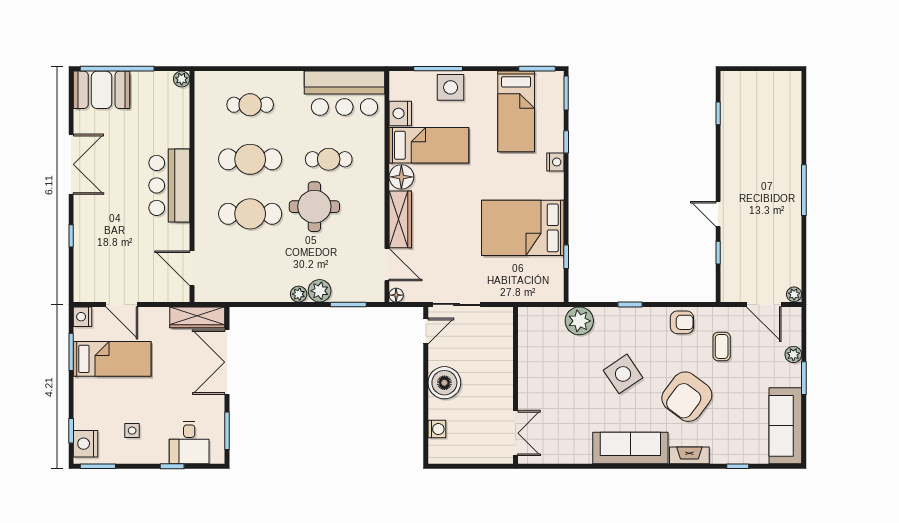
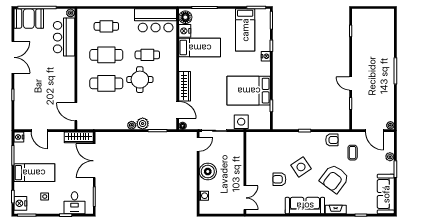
side table: (451, 87) -> (241, 122), moved
floor lamp: (401, 177) -> (185, 17), moved
bar counter: (169, 185) -> (64, 37), moved
plant: (579, 321) -> (278, 139), removed
bed: (112, 359) -> (34, 173), moved
armchair: (582, 398) -> (279, 179), added

